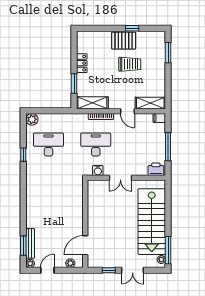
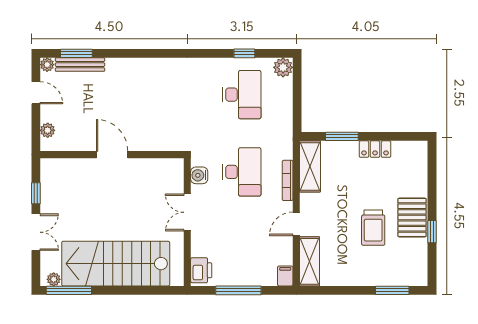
window: (23, 155) -> (244, 53), moved
door: (85, 245) -> (112, 155), moved
double door: (133, 270) -> (36, 232), swing flipped

